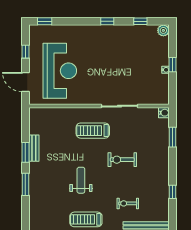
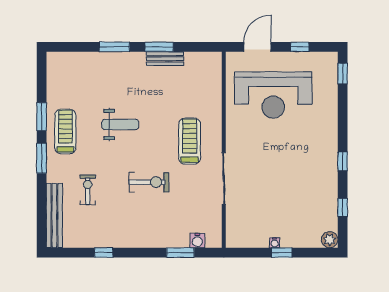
water cooler: (164, 113) -> (197, 241), moved
exercise bike: (122, 160) -> (149, 182), turned 90

